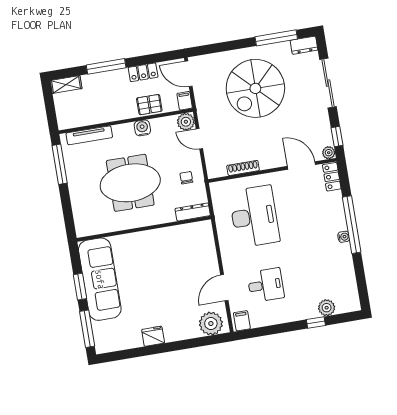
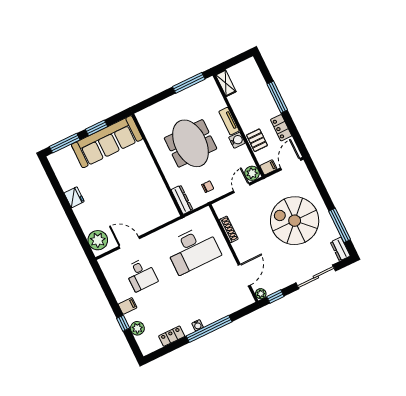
shelving: (66, 85) -> (226, 83), moved
tv unit: (89, 135) -> (229, 121), moved, width x0.71
locker: (332, 177) -> (172, 336), moved
filing cabinet: (242, 321) -> (127, 306), moved

